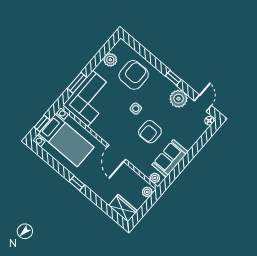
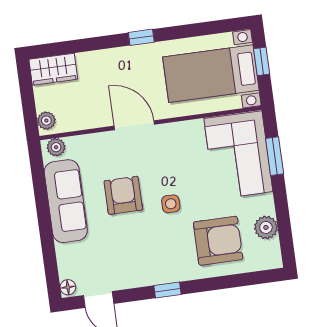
armchair: (134, 75) -> (218, 241), turned -90
plant: (179, 99) -> (134, 272), removed
sofa: (170, 158) -> (66, 201), width x1.36

